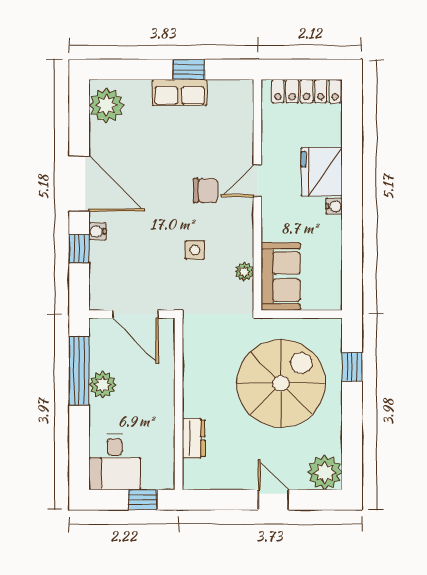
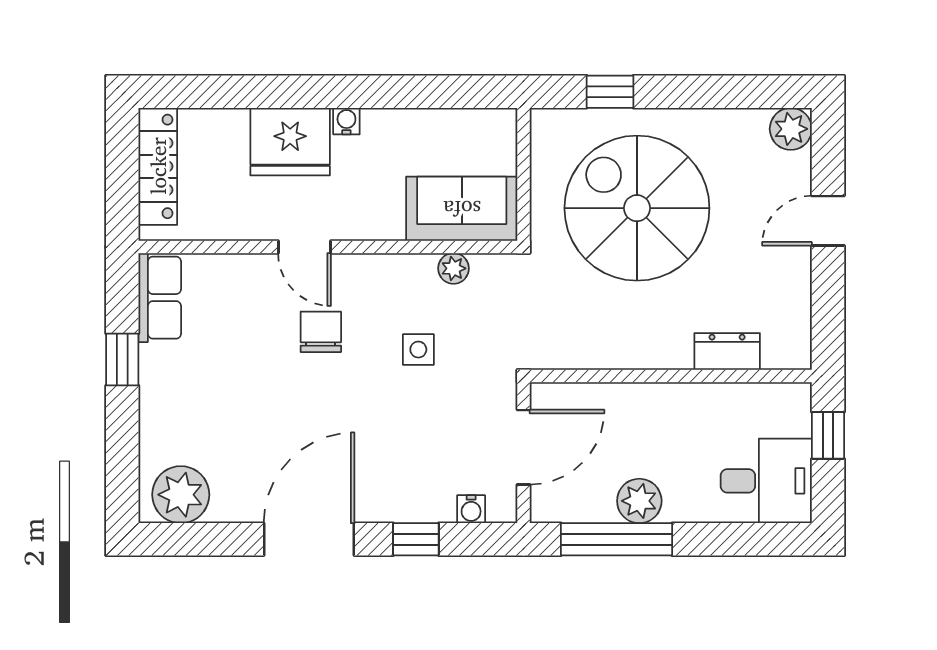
row of seats: (180, 92) -> (160, 298), moved
water cooler: (97, 231) -> (471, 509), moved
plant: (325, 472) -> (791, 129), width x0.73, depth x0.73

